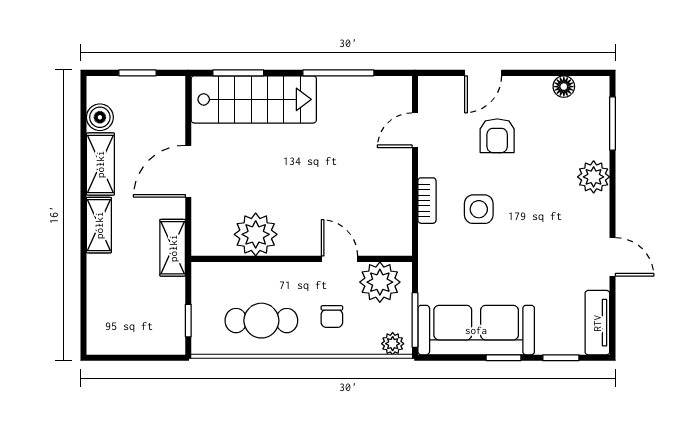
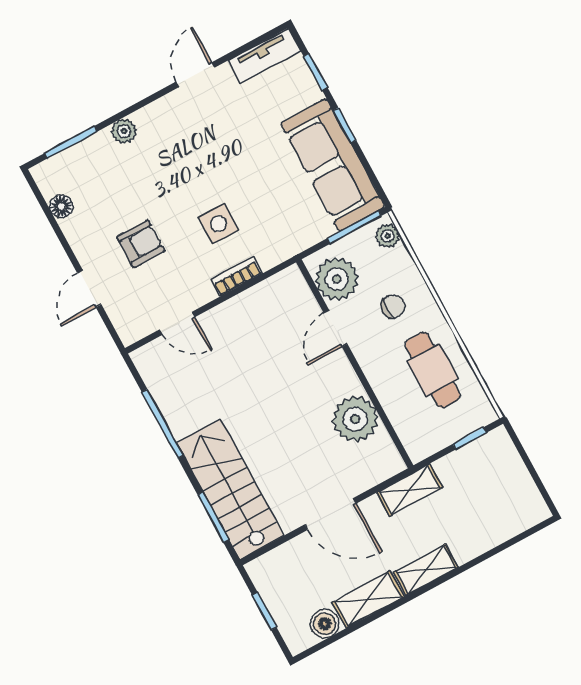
door: (483, 73) -> (89, 289), swing flipped
plant: (594, 177) -> (124, 131), width x0.73, depth x0.73

